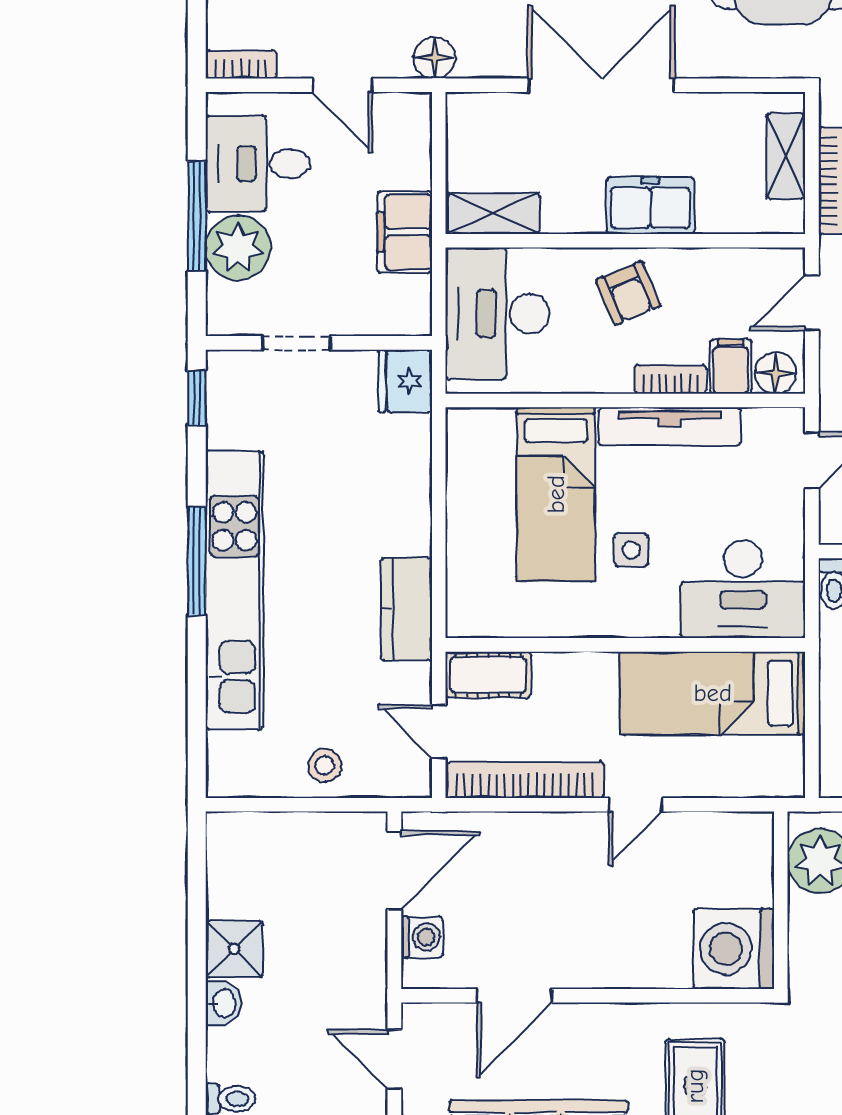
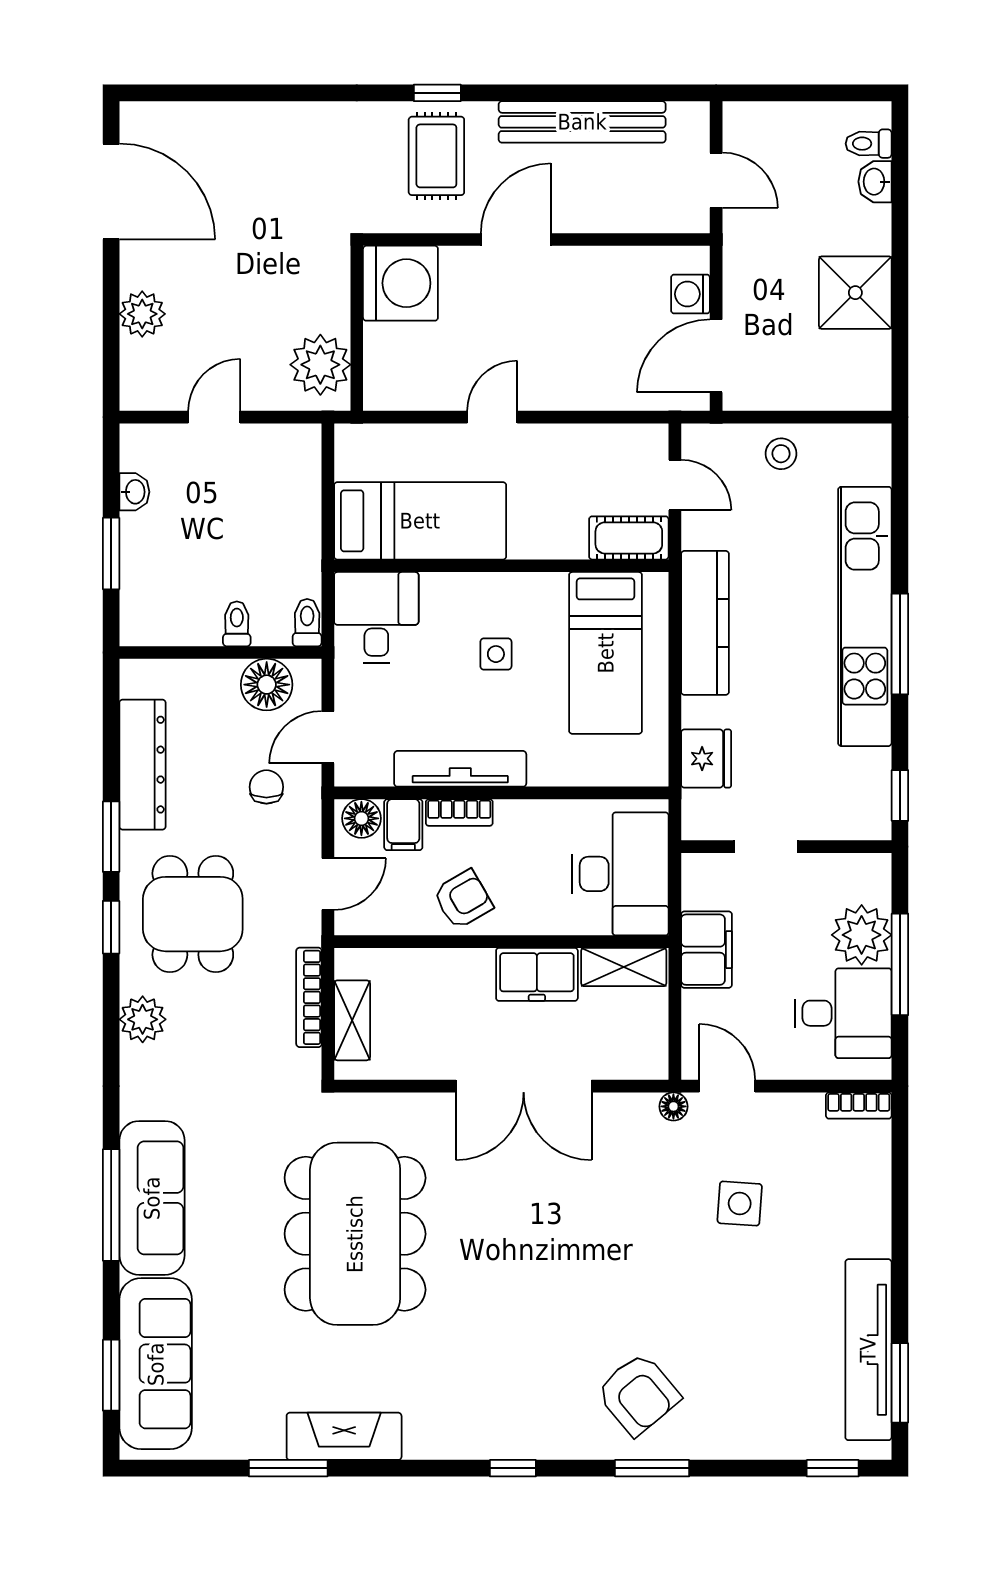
floor lamp: (435, 58) -> (673, 1106), width x0.73, depth x0.73
door: (342, 85) -> (727, 1086), moved
freezer: (650, 205) -> (537, 974), moved
armchair: (628, 293) -> (463, 899), moved, turned 83
doorway: (297, 343) -> (766, 847), moved
fridge: (405, 381) -> (706, 759), moved
bed: (556, 494) -> (606, 653), moved, turned 180
desk: (743, 589) -> (376, 618), width x0.73
kitchen counter: (406, 609) -> (705, 623), width x1.50
bookcase: (525, 780) -> (595, 440), removed
shower: (234, 949) -> (855, 293), width x1.36, depth x1.36
door: (515, 996) -> (516, 239), moved
washbasin: (224, 1003) -> (875, 182), moved

